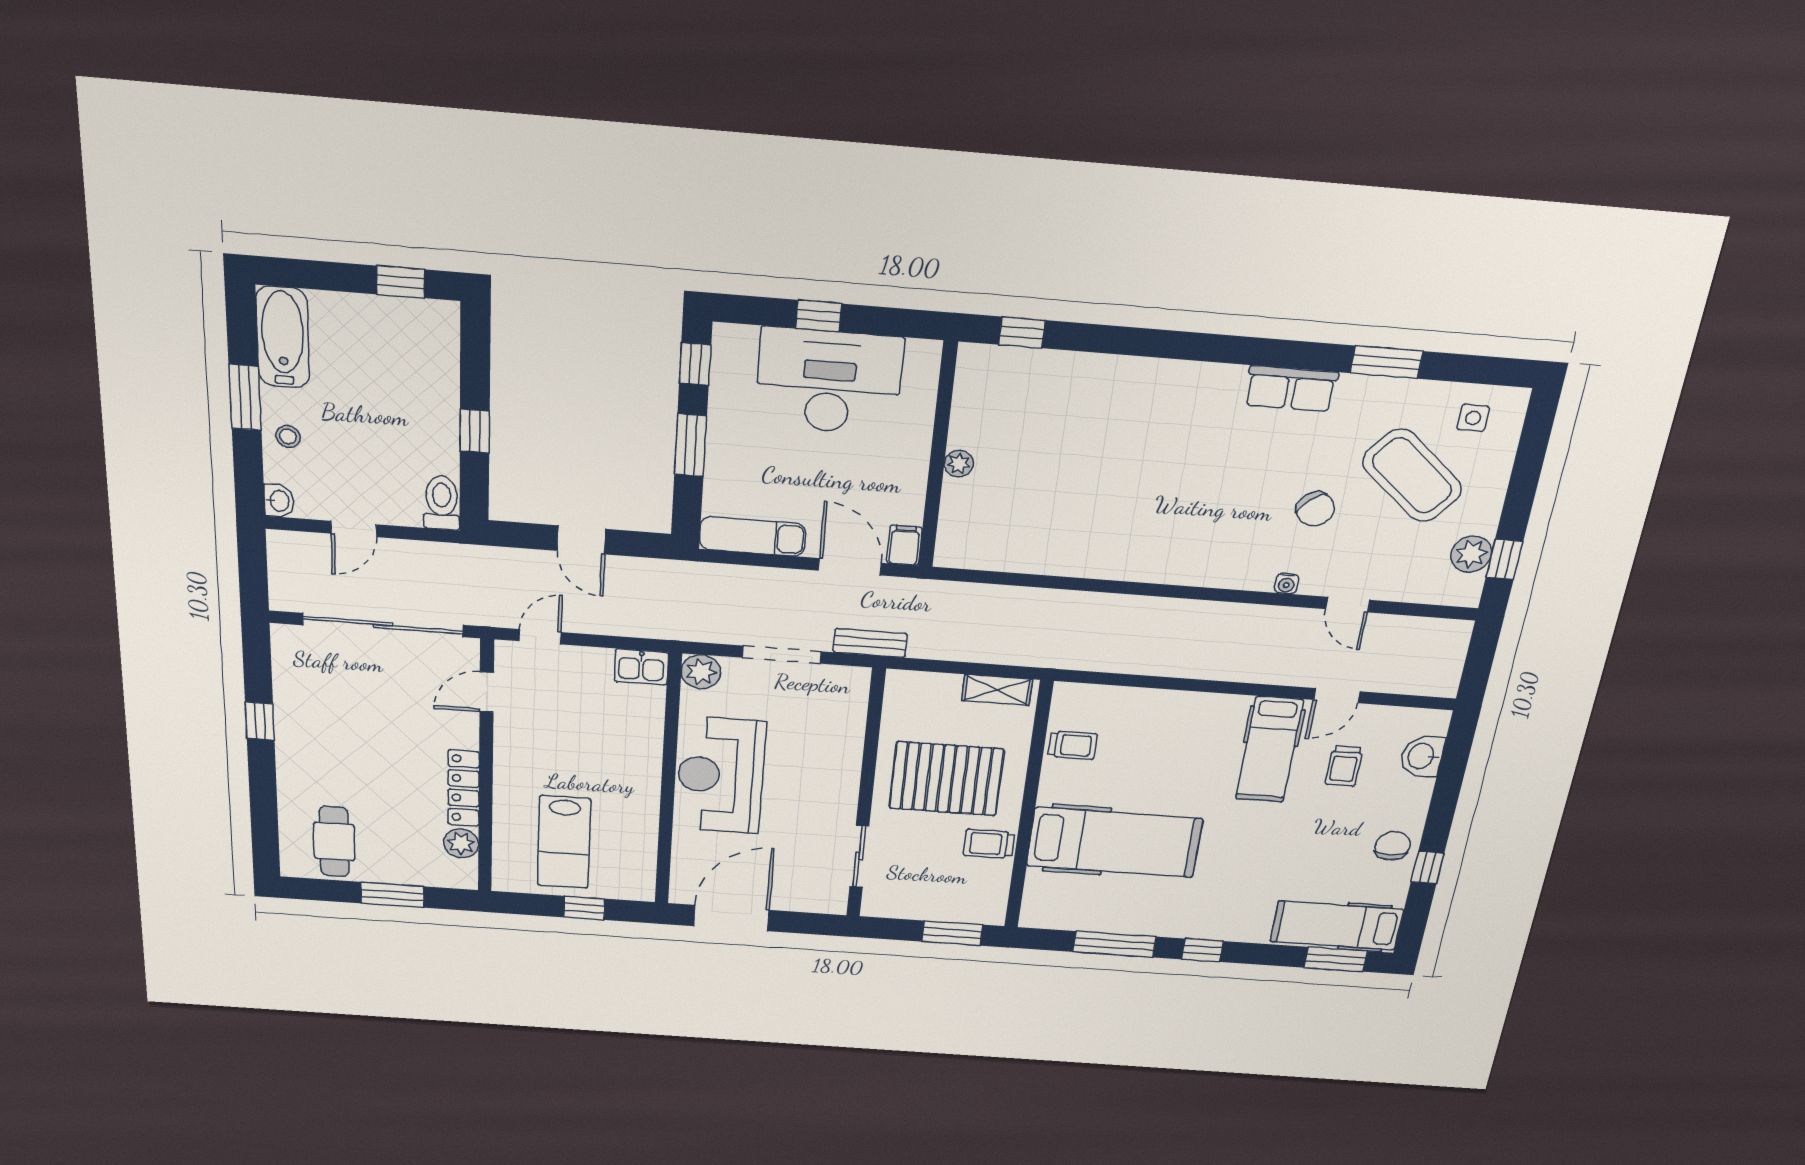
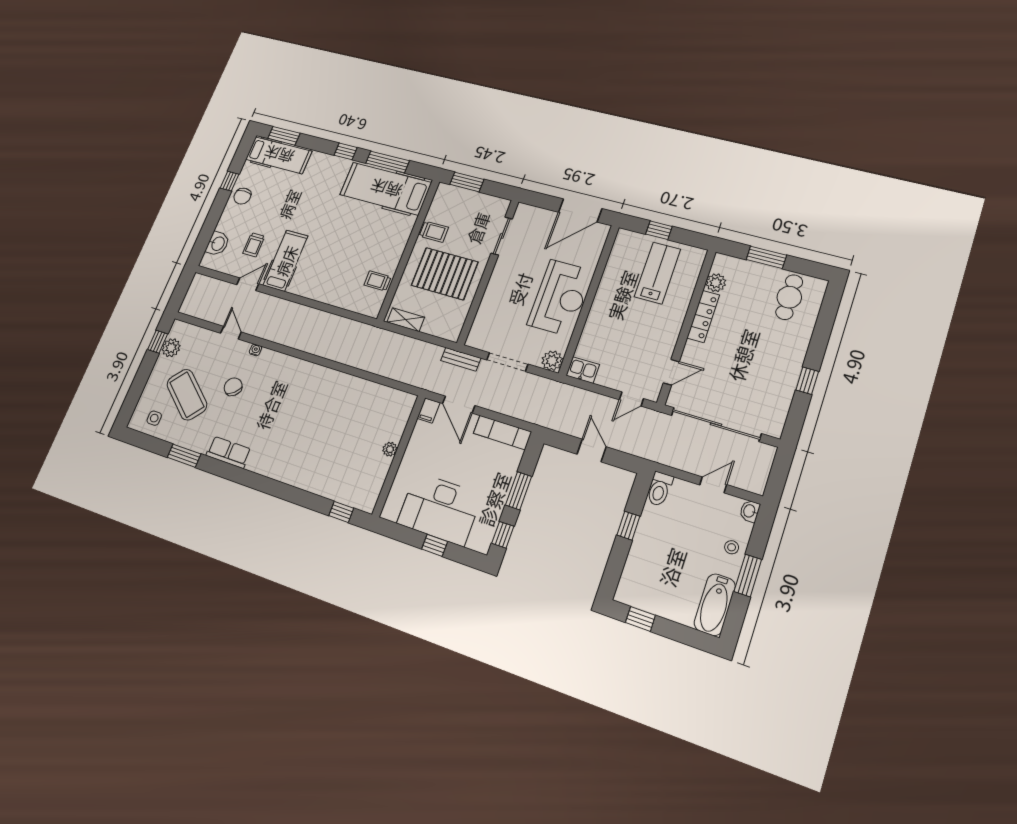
trolley: (1344, 766) -> (254, 245), turned 180
hospital bed: (1114, 842) -> (386, 189), moved

